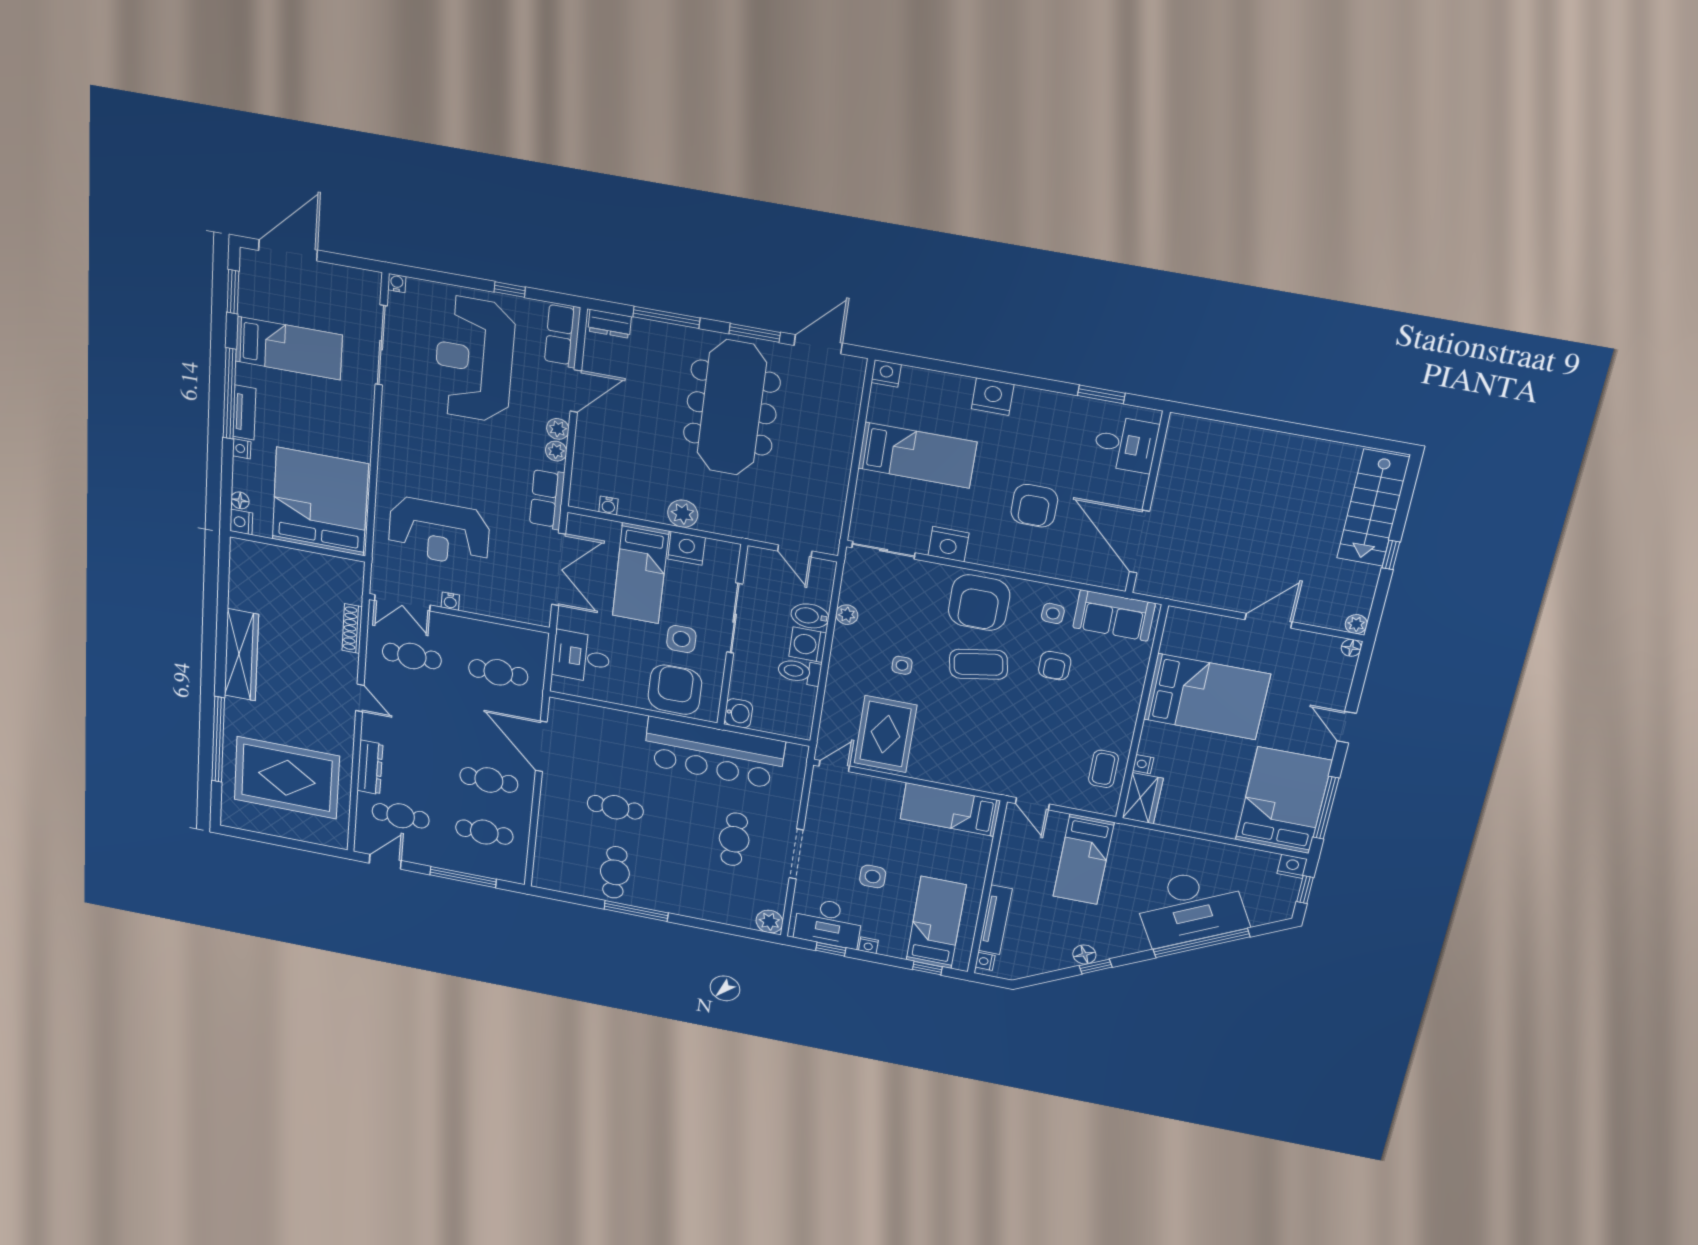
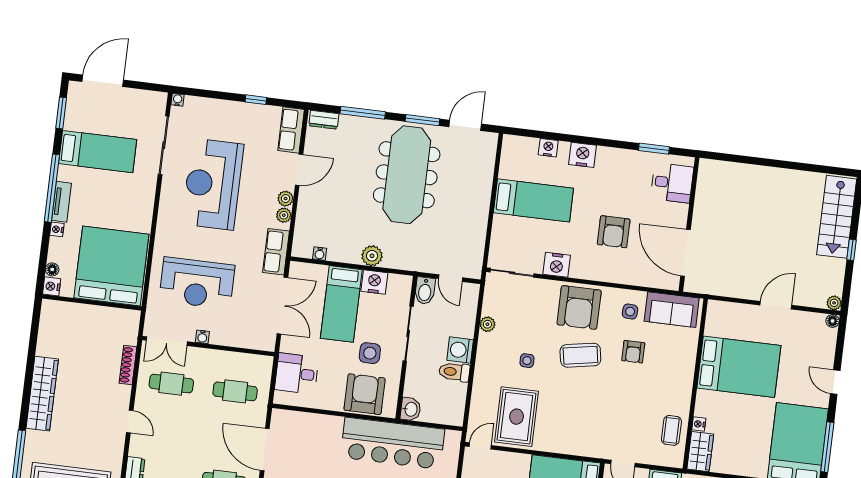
reception desk: (474, 359) -> (213, 184), moved
nightstand: (886, 373) -> (548, 148), moved
bidet: (810, 616) -> (425, 291), moved, turned -90

